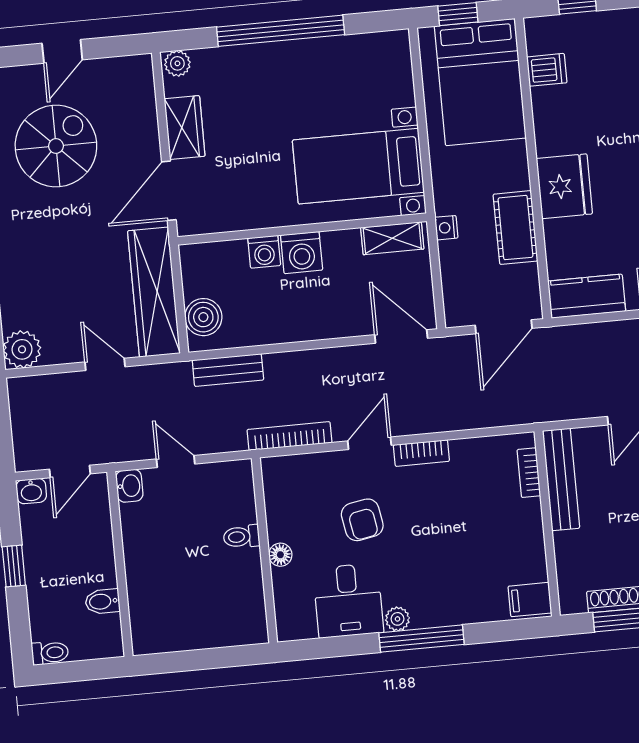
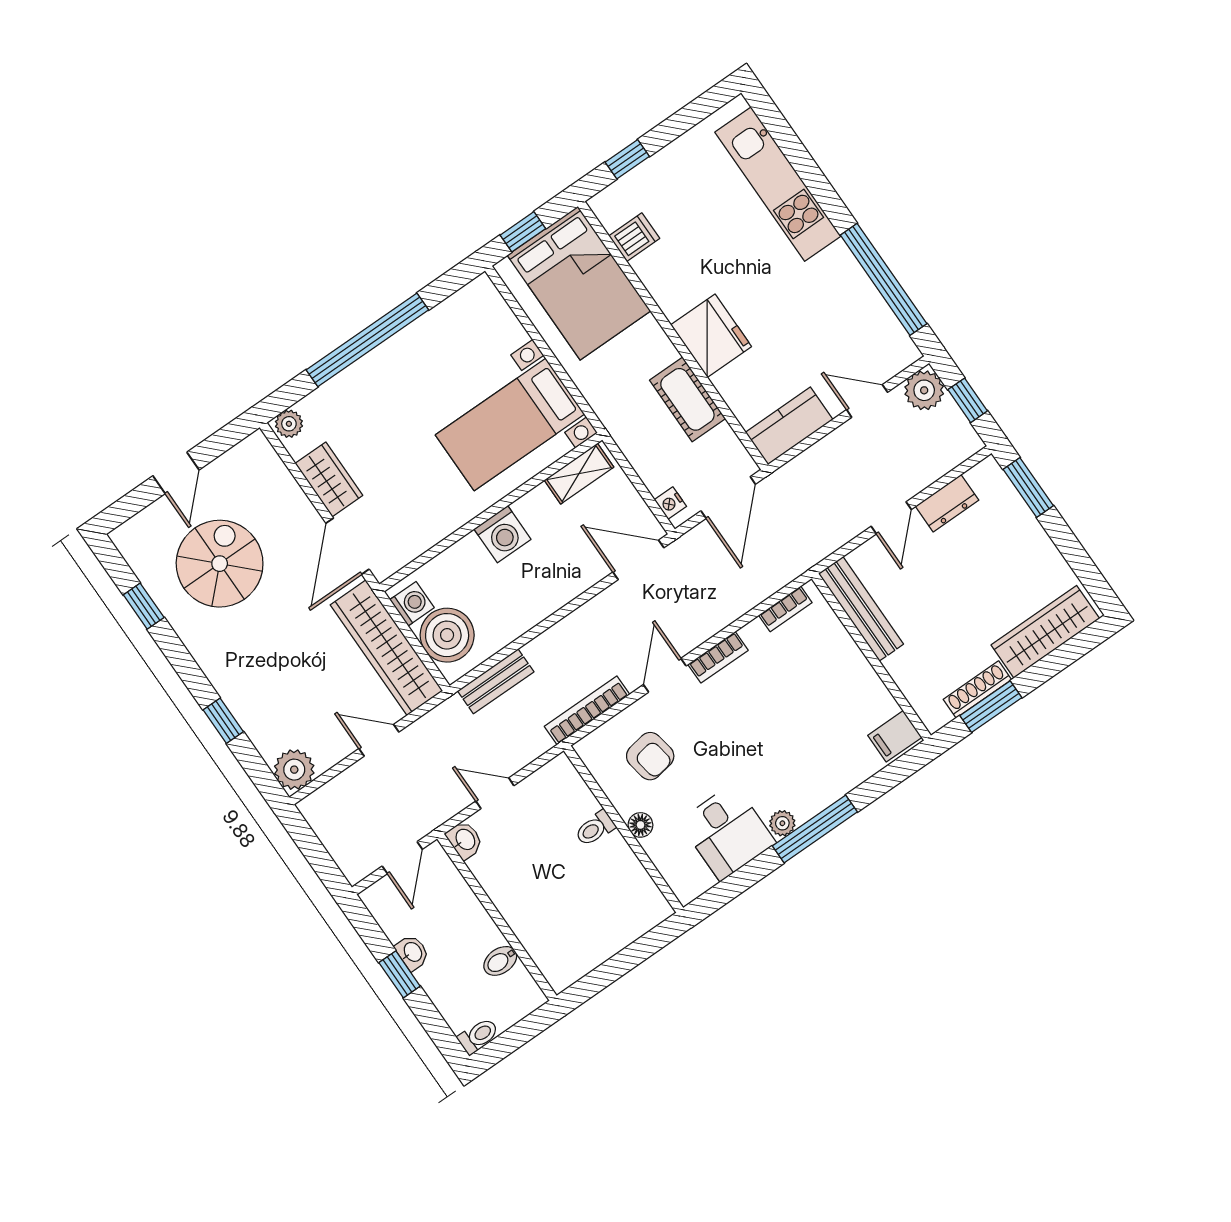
nightstand: (446, 228) -> (670, 503), moved
washing machine: (264, 252) -> (412, 604), moved, turned -90
boiler: (203, 317) -> (447, 635), width x1.37, depth x1.37
bookcase: (529, 473) -> (785, 609), moved, turned -90
washbasin: (31, 491) -> (412, 952), moved, turned -90
armchair: (362, 520) -> (650, 756), moved

